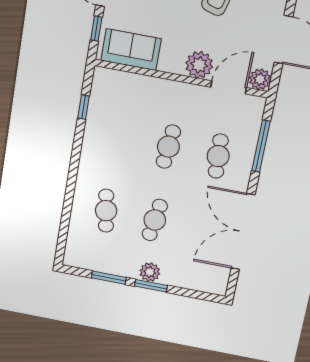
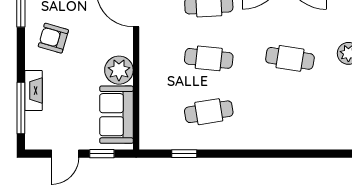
plant: (199, 65) -> (119, 70), moved
cafe table: (106, 211) -> (209, 112), moved

